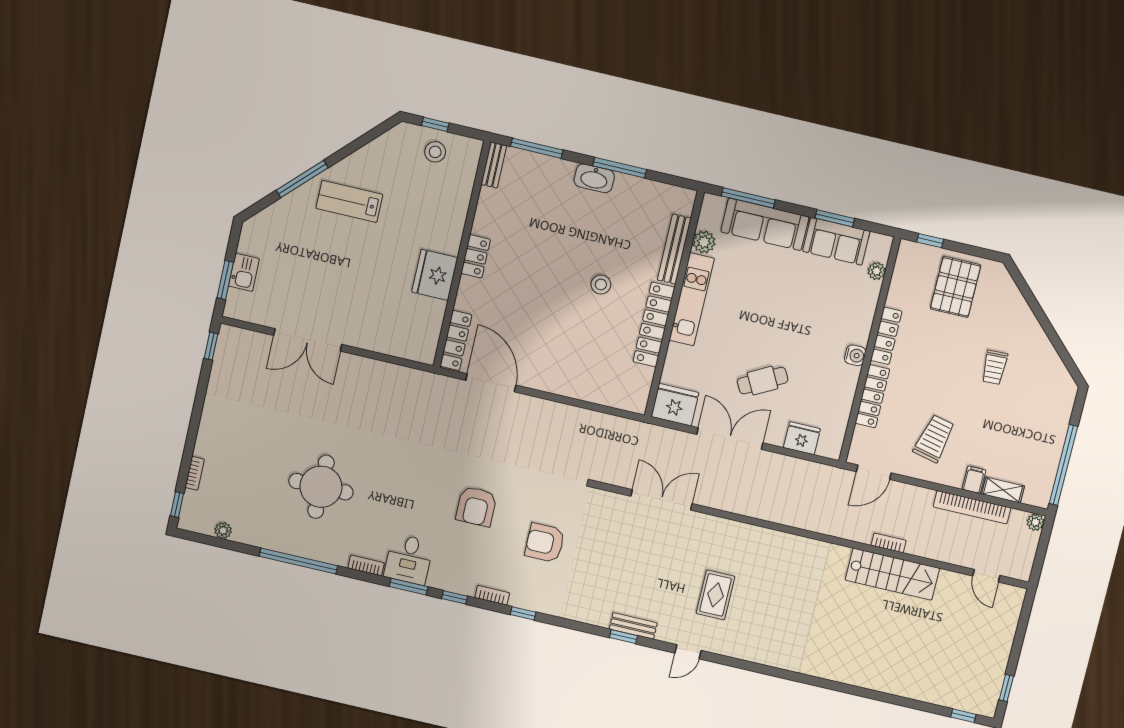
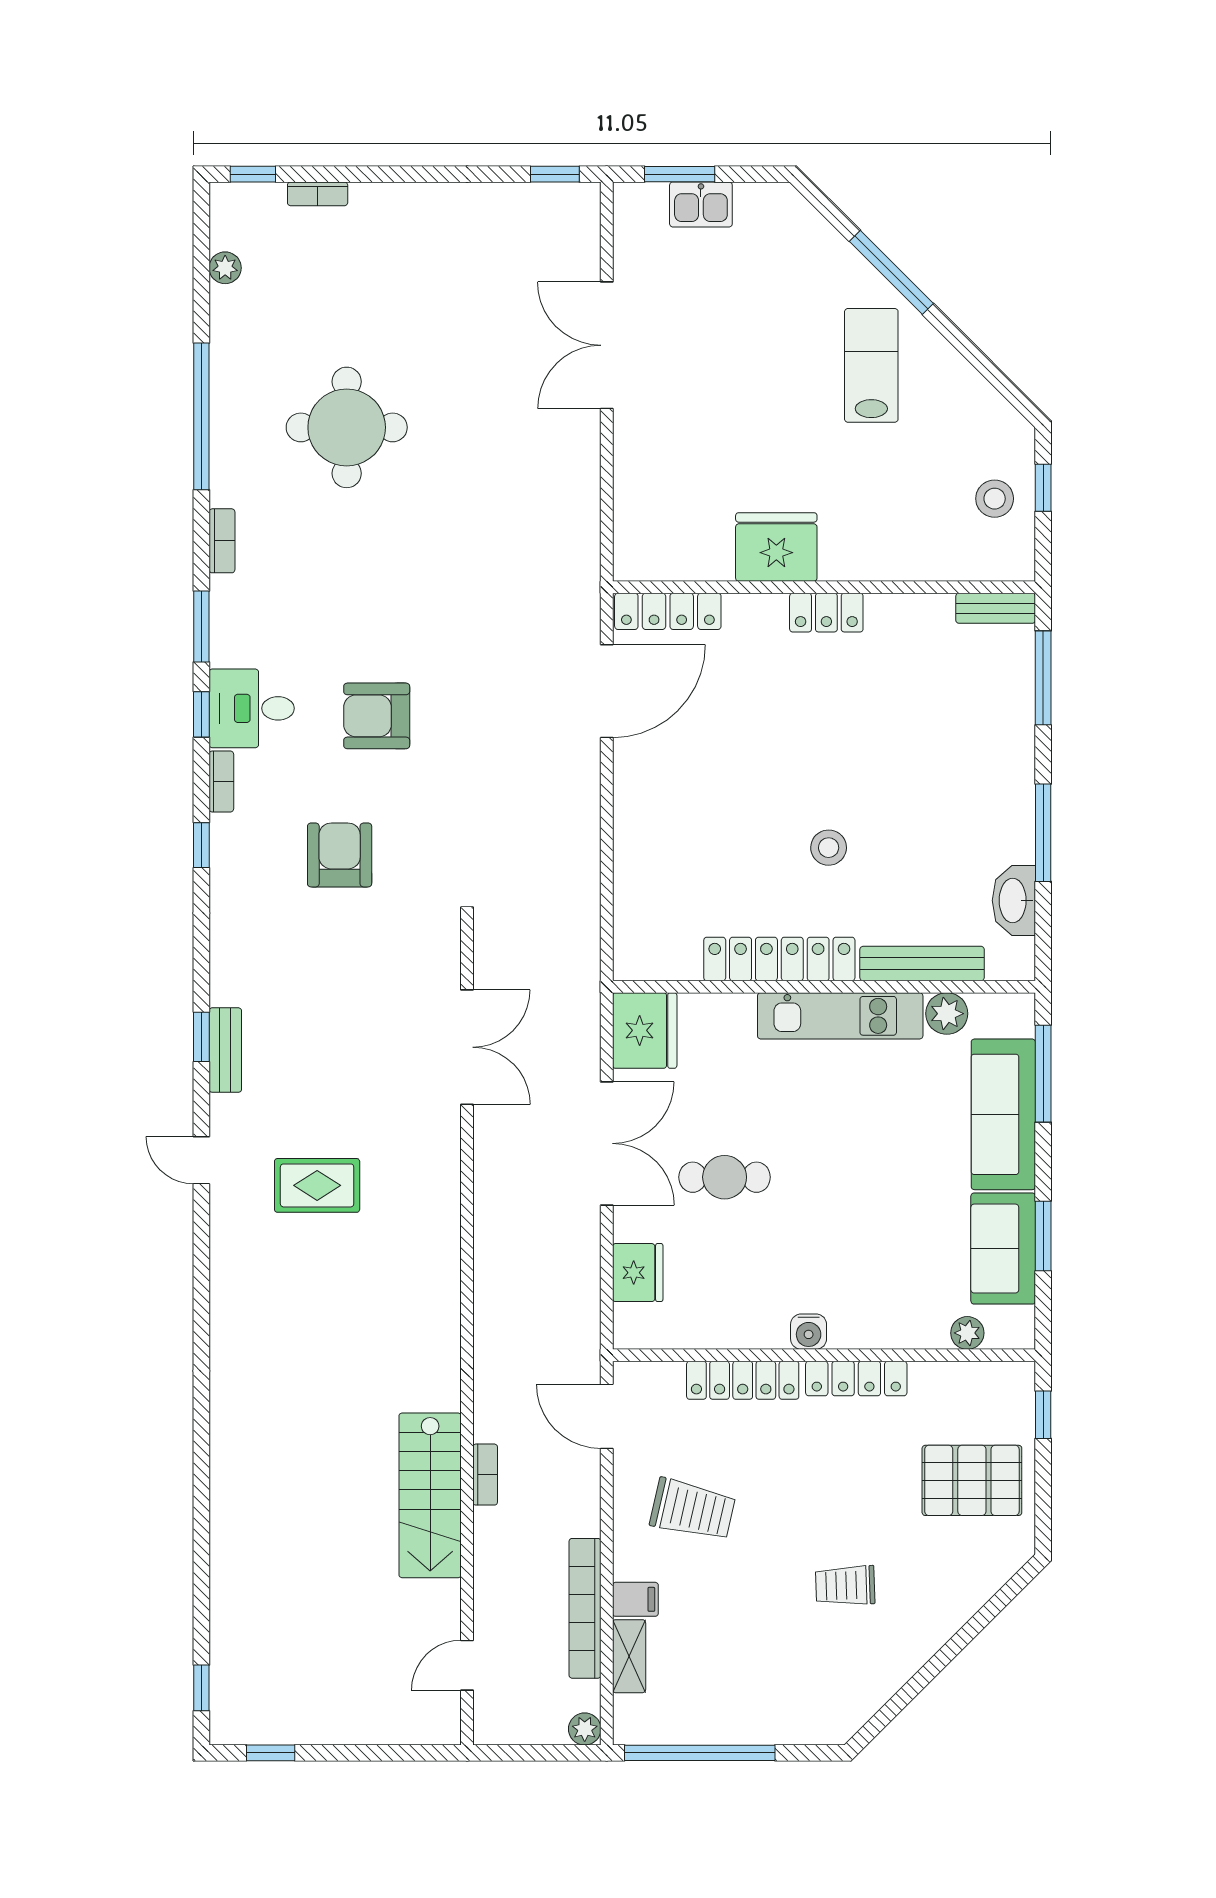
washbasin: (594, 178) -> (1014, 900), moved
cafe table: (763, 381) -> (725, 1177), turned -62
desk: (409, 559) -> (252, 708), moved

